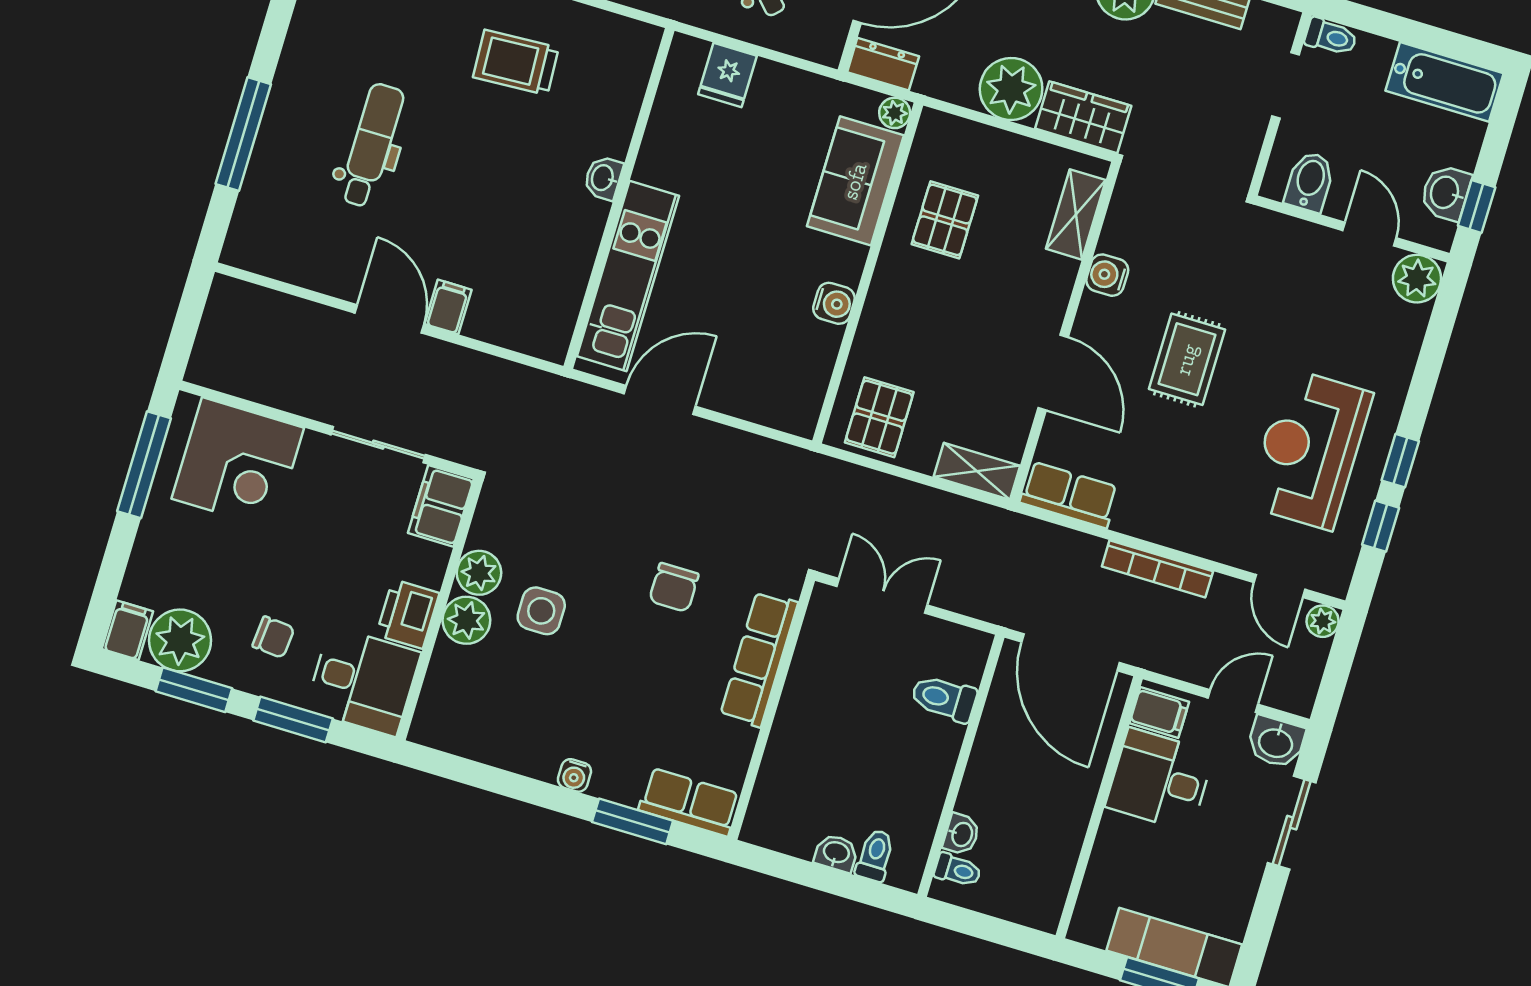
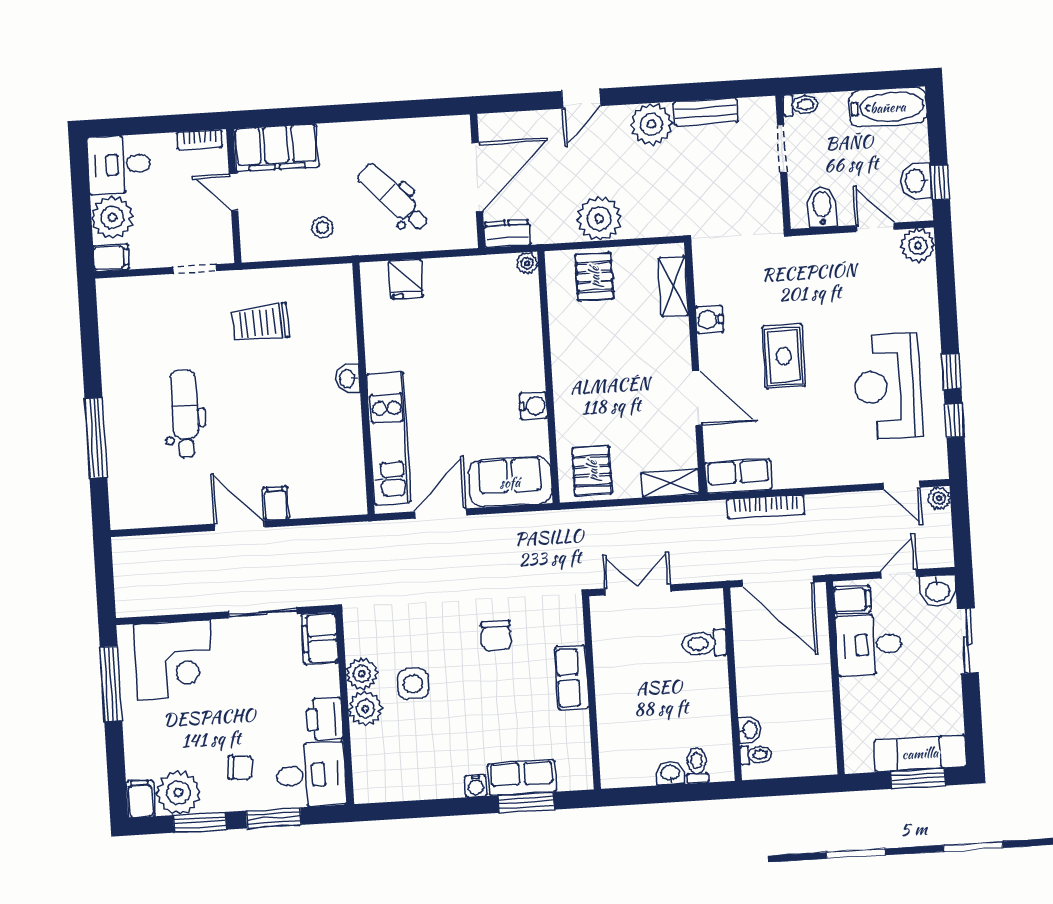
wardrobe: (1083, 117) -> (654, 220), removed
sofa: (855, 181) -> (510, 482), moved, turned 90
pallet: (945, 220) -> (594, 277), moved
bookcase: (1157, 569) -> (766, 507), moved
row of seats: (759, 659) -> (572, 678), width x0.68
row of seats: (689, 802) -> (522, 778), moved

